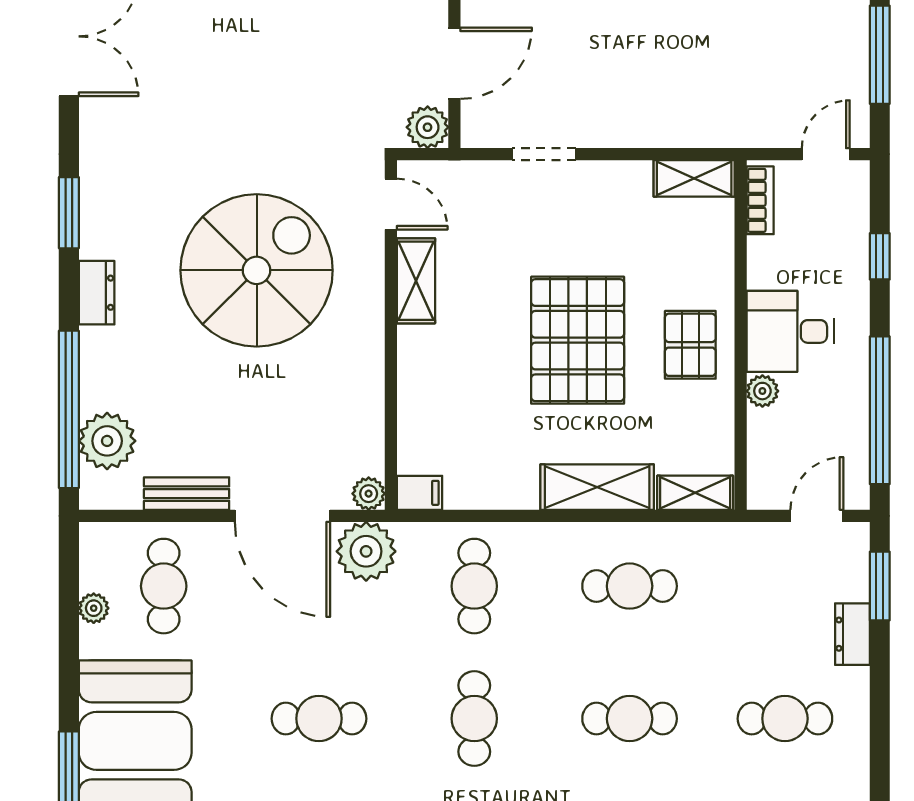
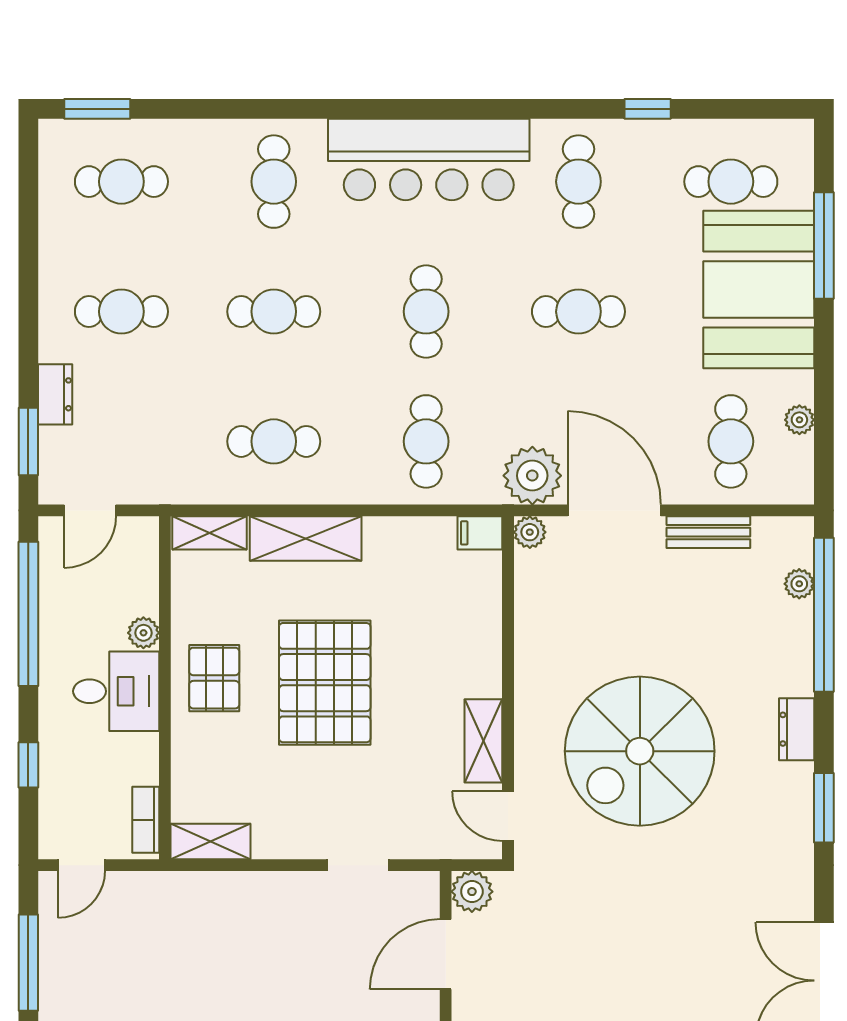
plant: (107, 441) -> (799, 584), width x0.53, depth x0.53

